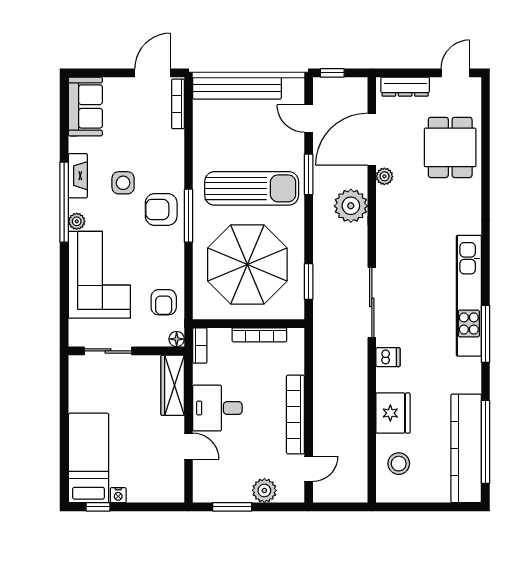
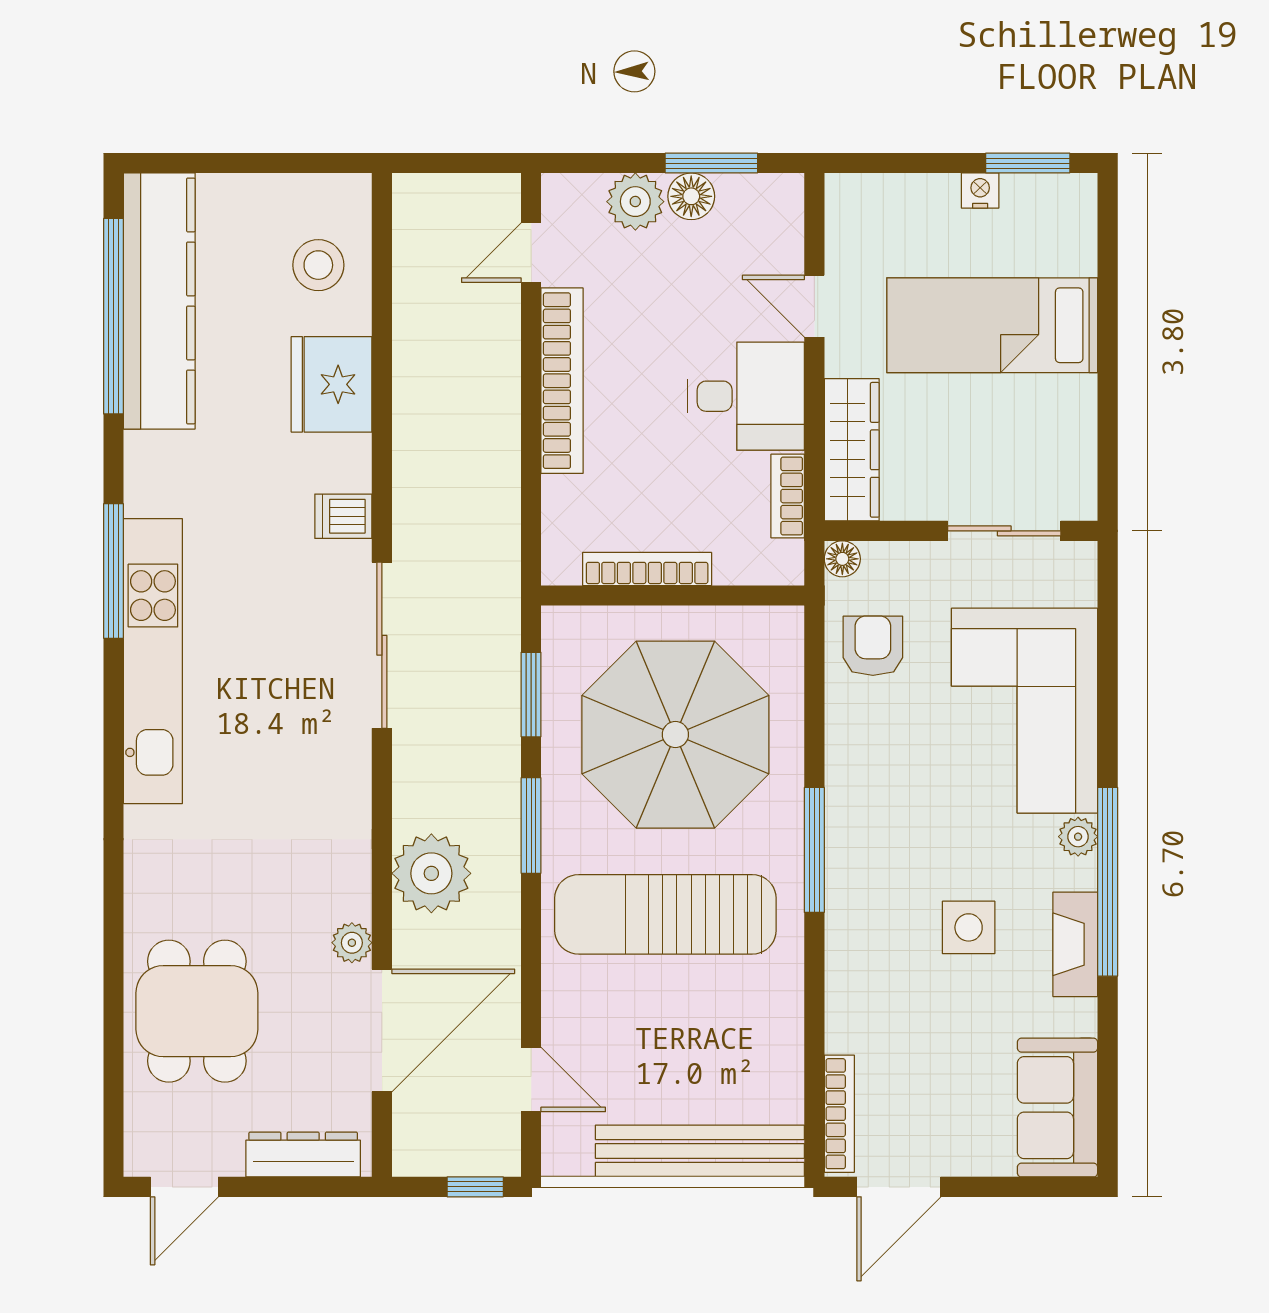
window: (309, 174) -> (531, 825), moved
armchair: (161, 209) -> (879, 865), removed
bookcase: (200, 345) -> (788, 496), moved
bed: (89, 458) -> (992, 325), moved, turned 90
floor lamp: (241, 493) -> (691, 196), added
window: (98, 507) -> (1028, 163), width x1.50

